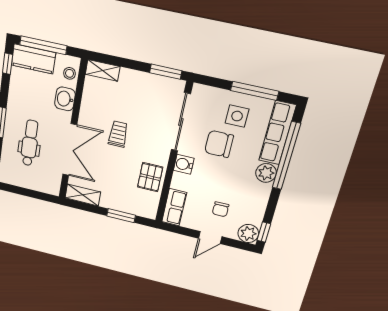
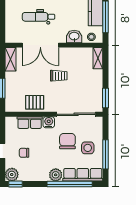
dental chair: (30, 143) -> (39, 17), turned 180
row of seats: (174, 207) -> (30, 123), moved

